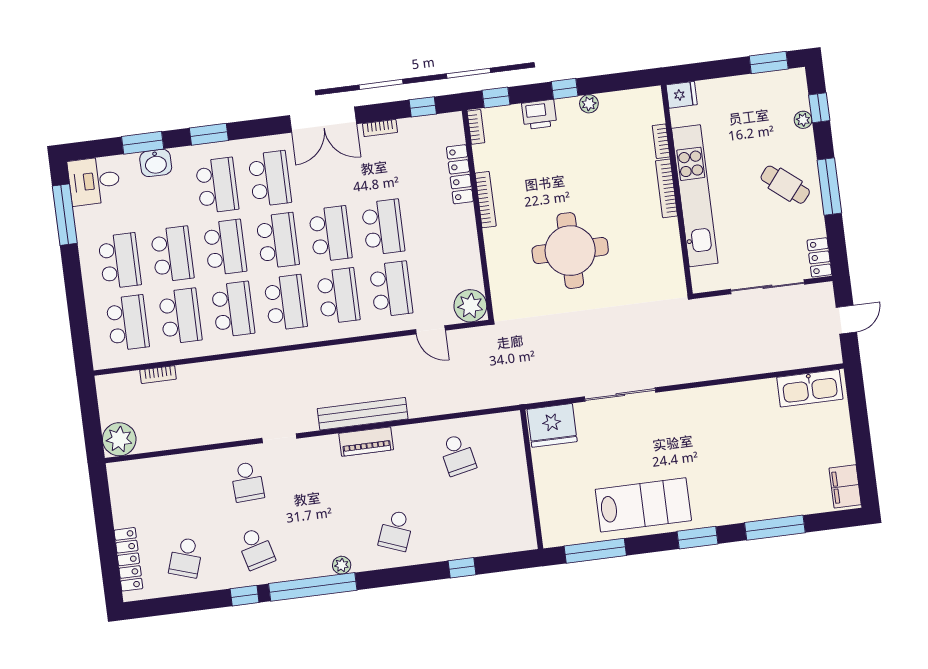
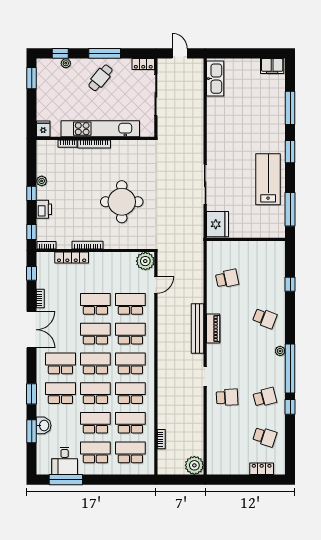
desk: (94, 181) -> (65, 461), moved
locker: (128, 559) -> (262, 469), width x0.66

